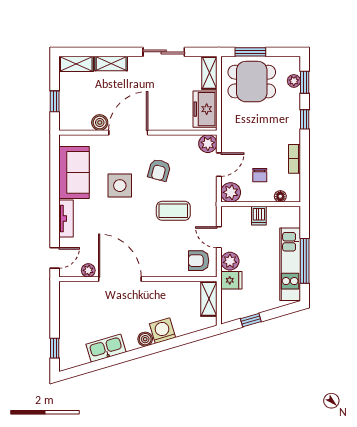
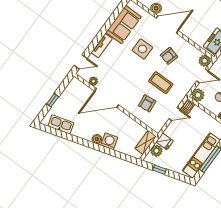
dishwasher: (259, 216) -> (188, 106), moved
door: (219, 237) -> (174, 114), swing flipped
armchair: (199, 261) -> (147, 103), moved, turned -96
plant: (230, 261) -> (156, 151), moved
door: (120, 279) -> (107, 98), swing flipped
window: (55, 348) -> (53, 100), moved
kitchen sink: (106, 348) -> (61, 124), moved

